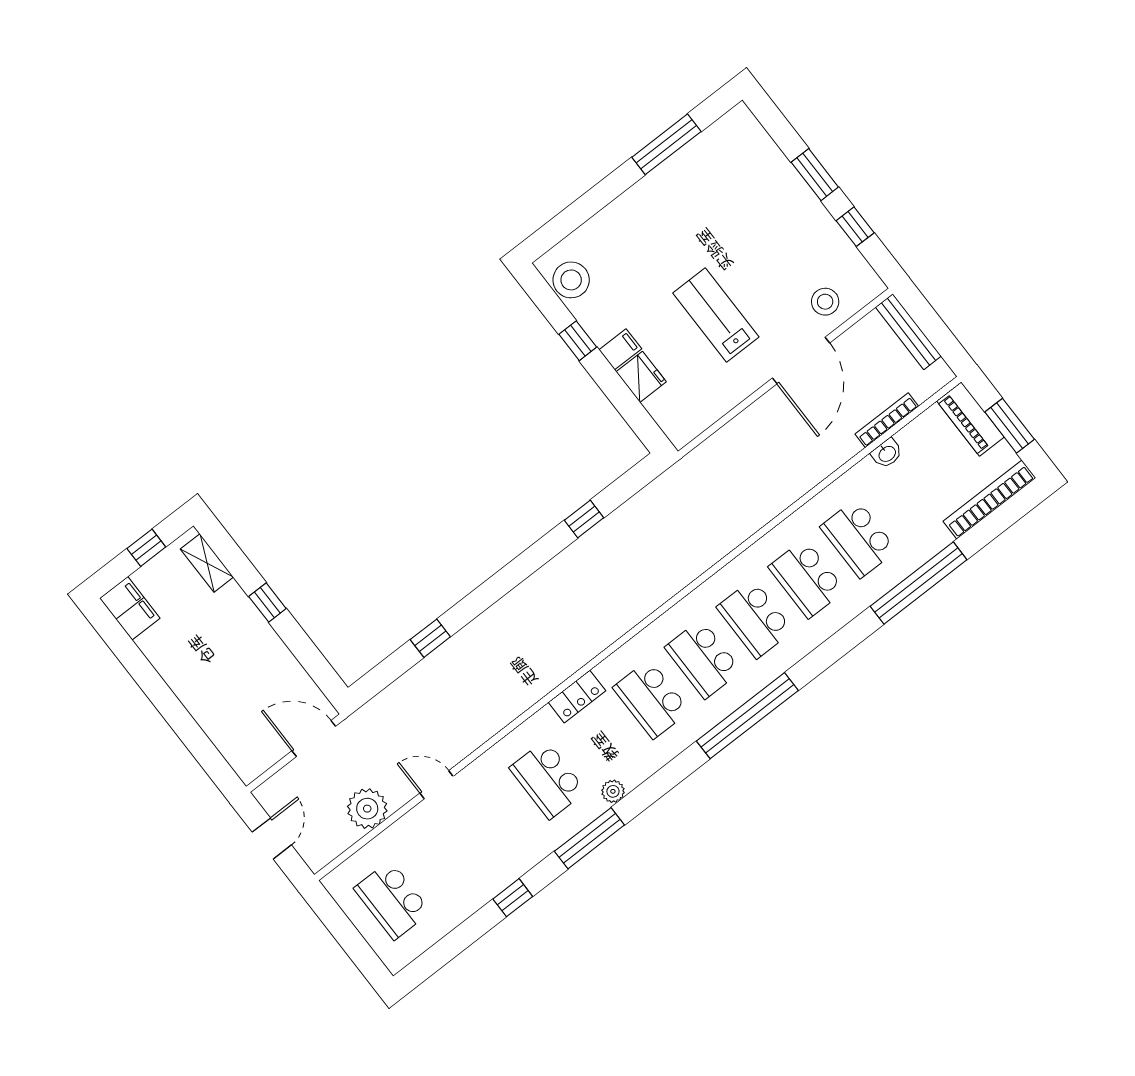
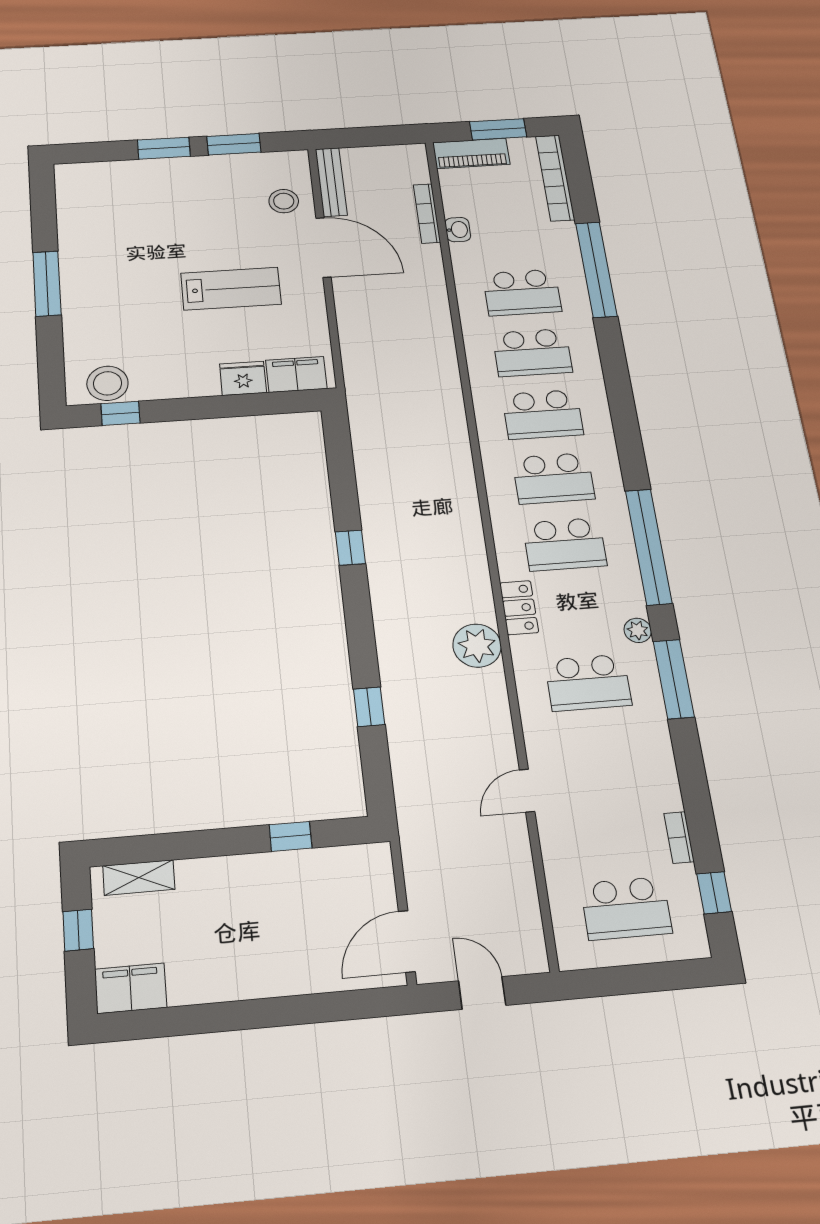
window: (666, 144) -> (47, 284), moved
window: (855, 227) -> (234, 144), width x1.50
lab bench: (716, 315) -> (231, 289), turned 180
bench: (908, 332) -> (331, 182), moved, turned 90
window: (578, 341) -> (120, 413), moved
filing cabinet: (620, 349) -> (296, 374), moved, width x2.00
window: (584, 519) -> (350, 548), moved
window: (267, 603) -> (291, 836), moved
window: (747, 716) -> (649, 547), moved
door: (314, 739) -> (407, 941), moved
plant: (367, 809) -> (477, 646), moved
window: (513, 898) -> (714, 893), moved
bookcase: (468, 908) -> (679, 837), added

